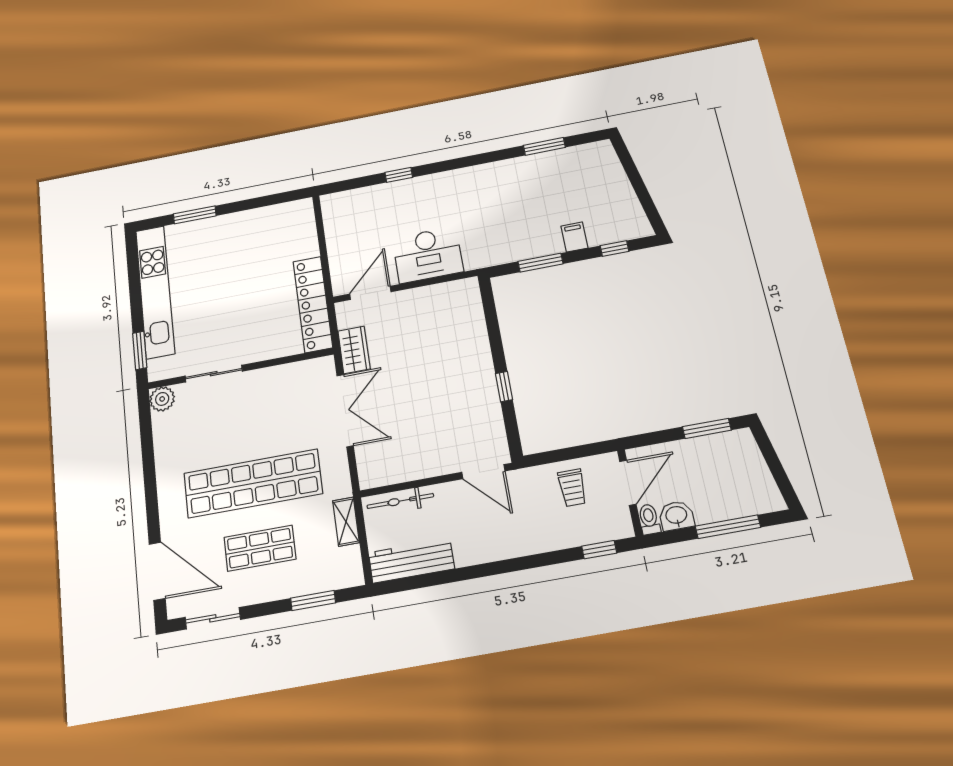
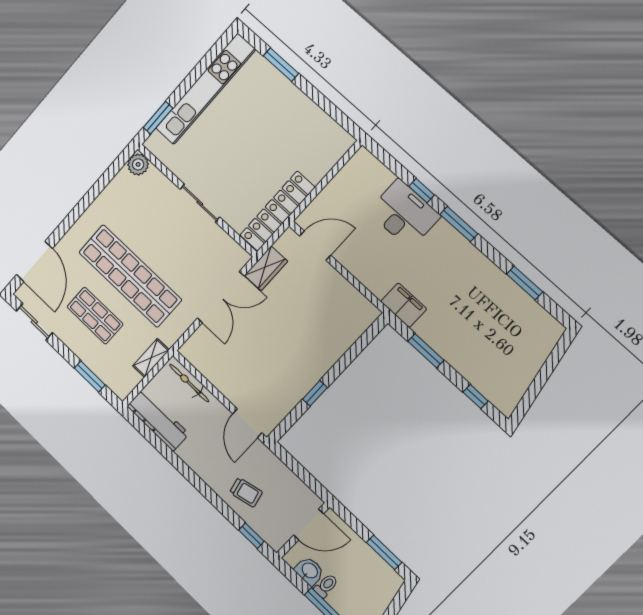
window: (452, 165) -> (459, 224), added
filing cabinet: (574, 237) -> (404, 305), moved, width x2.00
desk: (428, 255) -> (404, 214), moved, turned 180
sliding door: (214, 374) -> (200, 203), moved
trolley: (572, 488) -> (246, 492), moved, turned -103
toilet: (649, 519) -> (326, 586), moved

